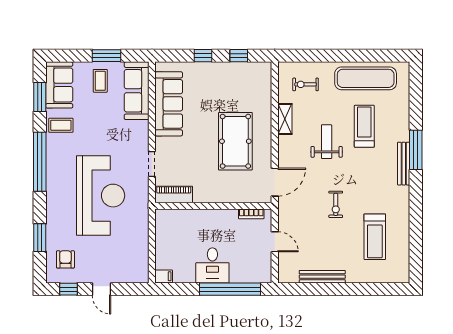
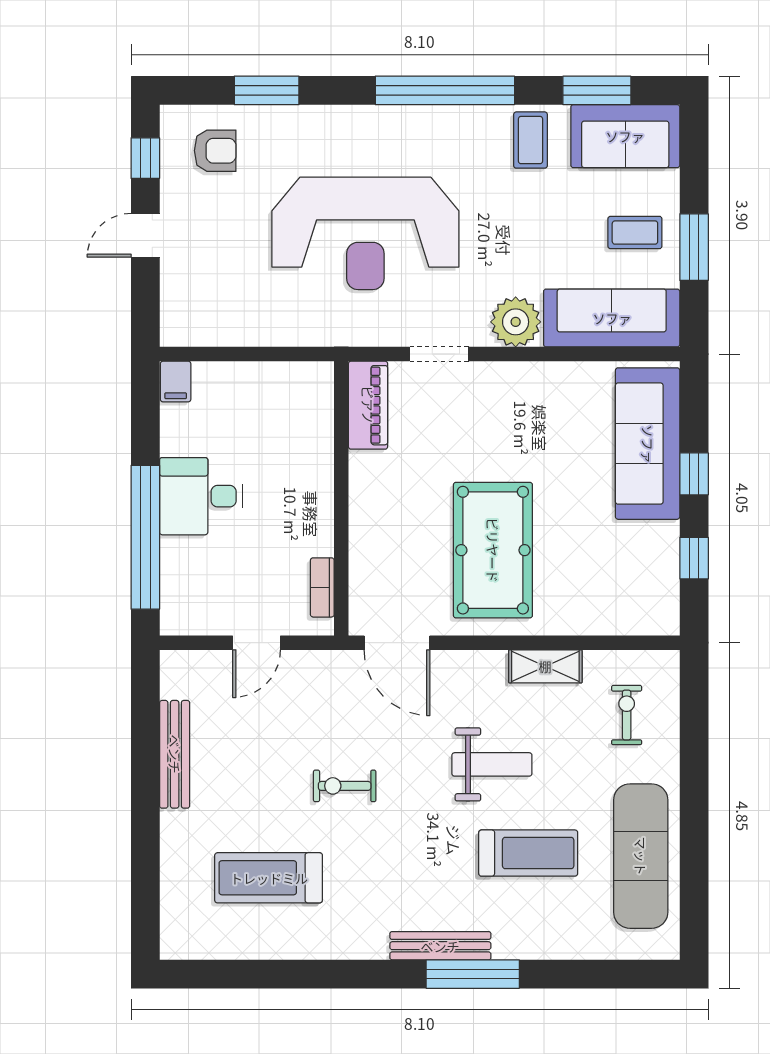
sofa: (169, 104) -> (648, 444), moved, turned 90
plant: (138, 132) -> (516, 322), added
pool table: (235, 141) -> (493, 550), turned 90

